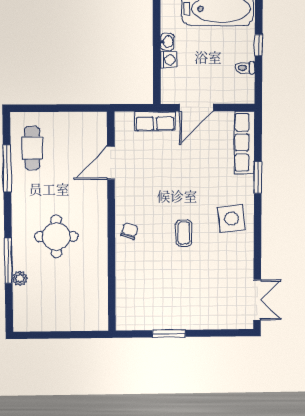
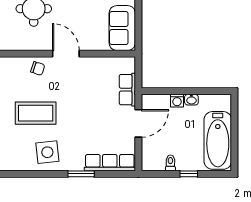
door: (197, 108) -> (138, 123), swing flipped
sofa: (79, 128) -> (122, 28), added
door: (111, 163) -> (66, 54), moved
coffee table: (184, 233) -> (36, 113), width x1.86, depth x1.72

